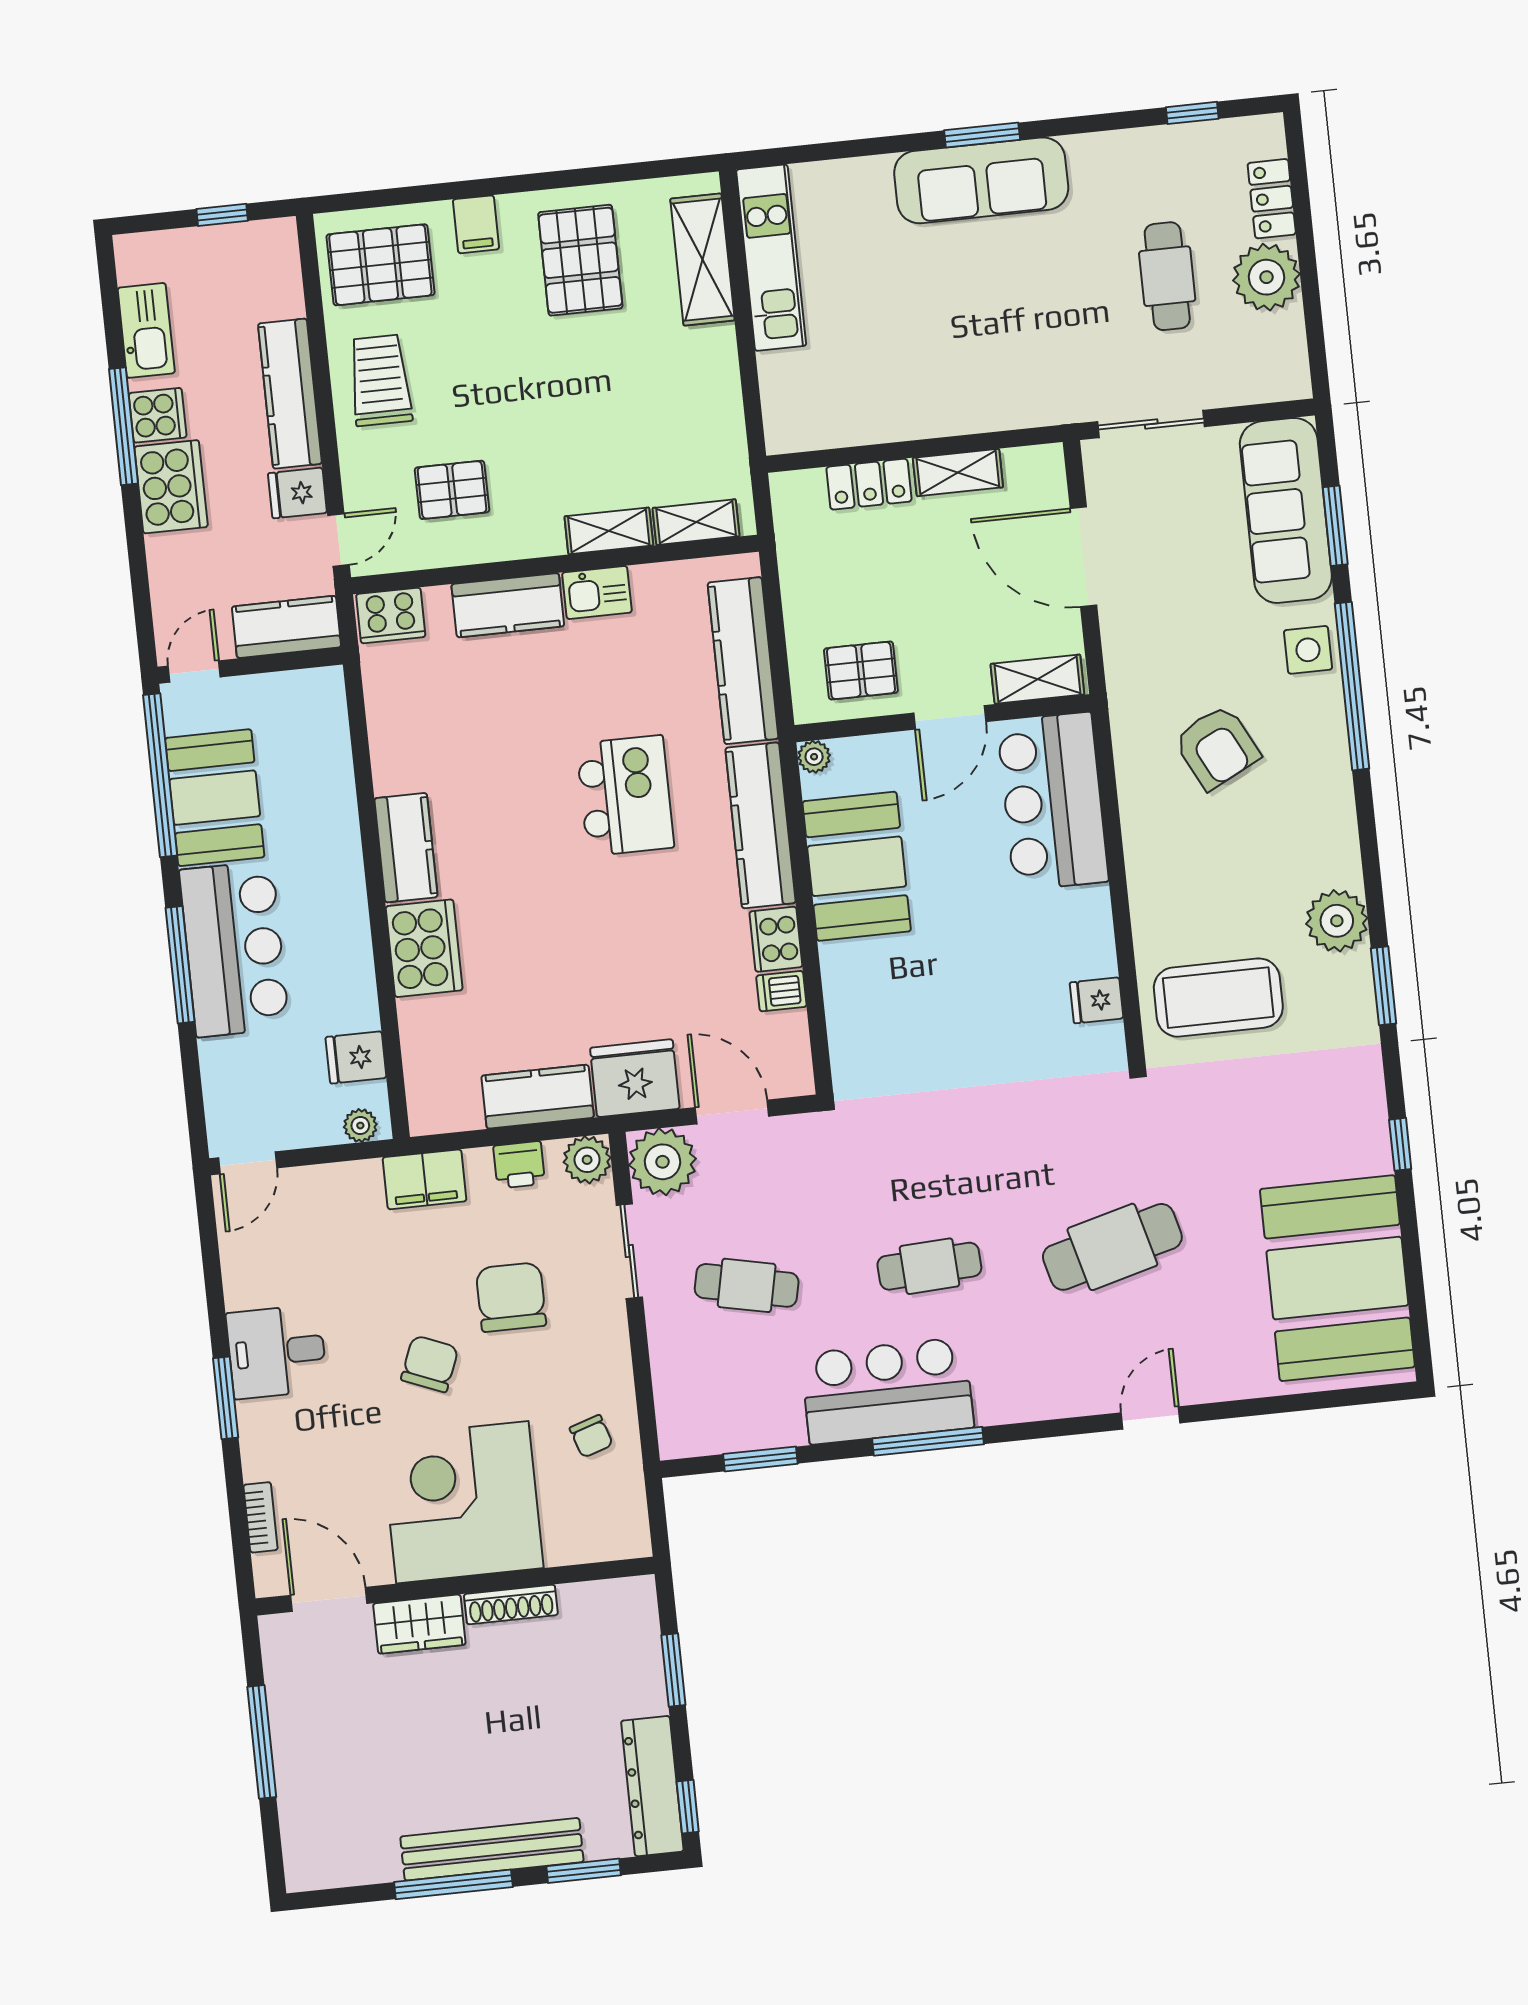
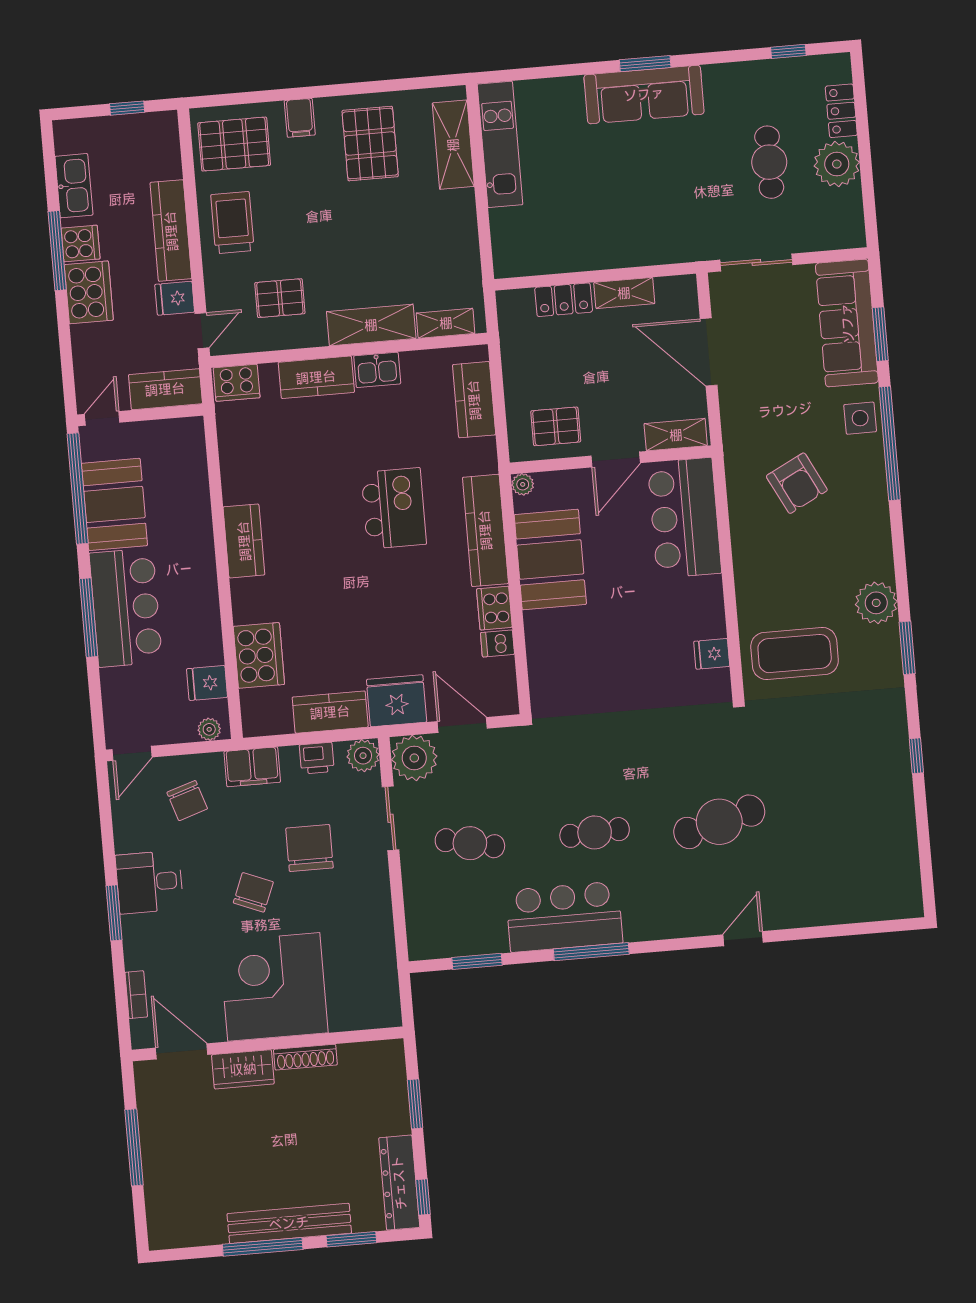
shelving: (609, 531) -> (371, 325), width x1.50, depth x1.33
kitchen counter: (743, 661) -> (474, 400), width x0.67
cooker: (424, 948) -> (259, 655), moved
booth: (1337, 1278) -> (872, 846), removed
chair: (591, 1436) -> (187, 801), moved, width x1.37, depth x1.37

